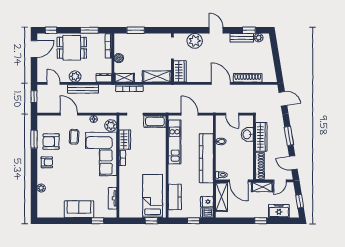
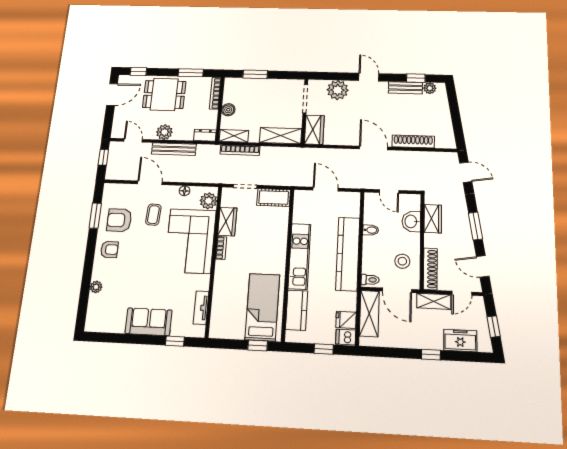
wardrobe: (261, 137) -> (433, 219), width x0.67
kitchen unit: (175, 142) -> (299, 256), moved
stool: (242, 162) -> (402, 261), added

